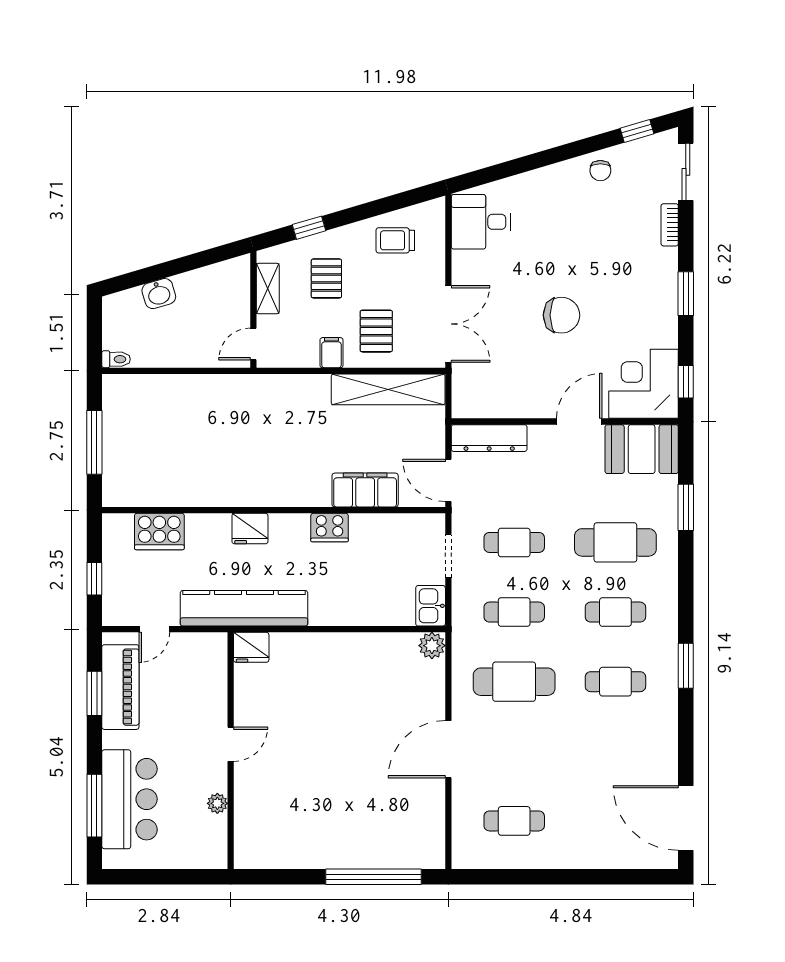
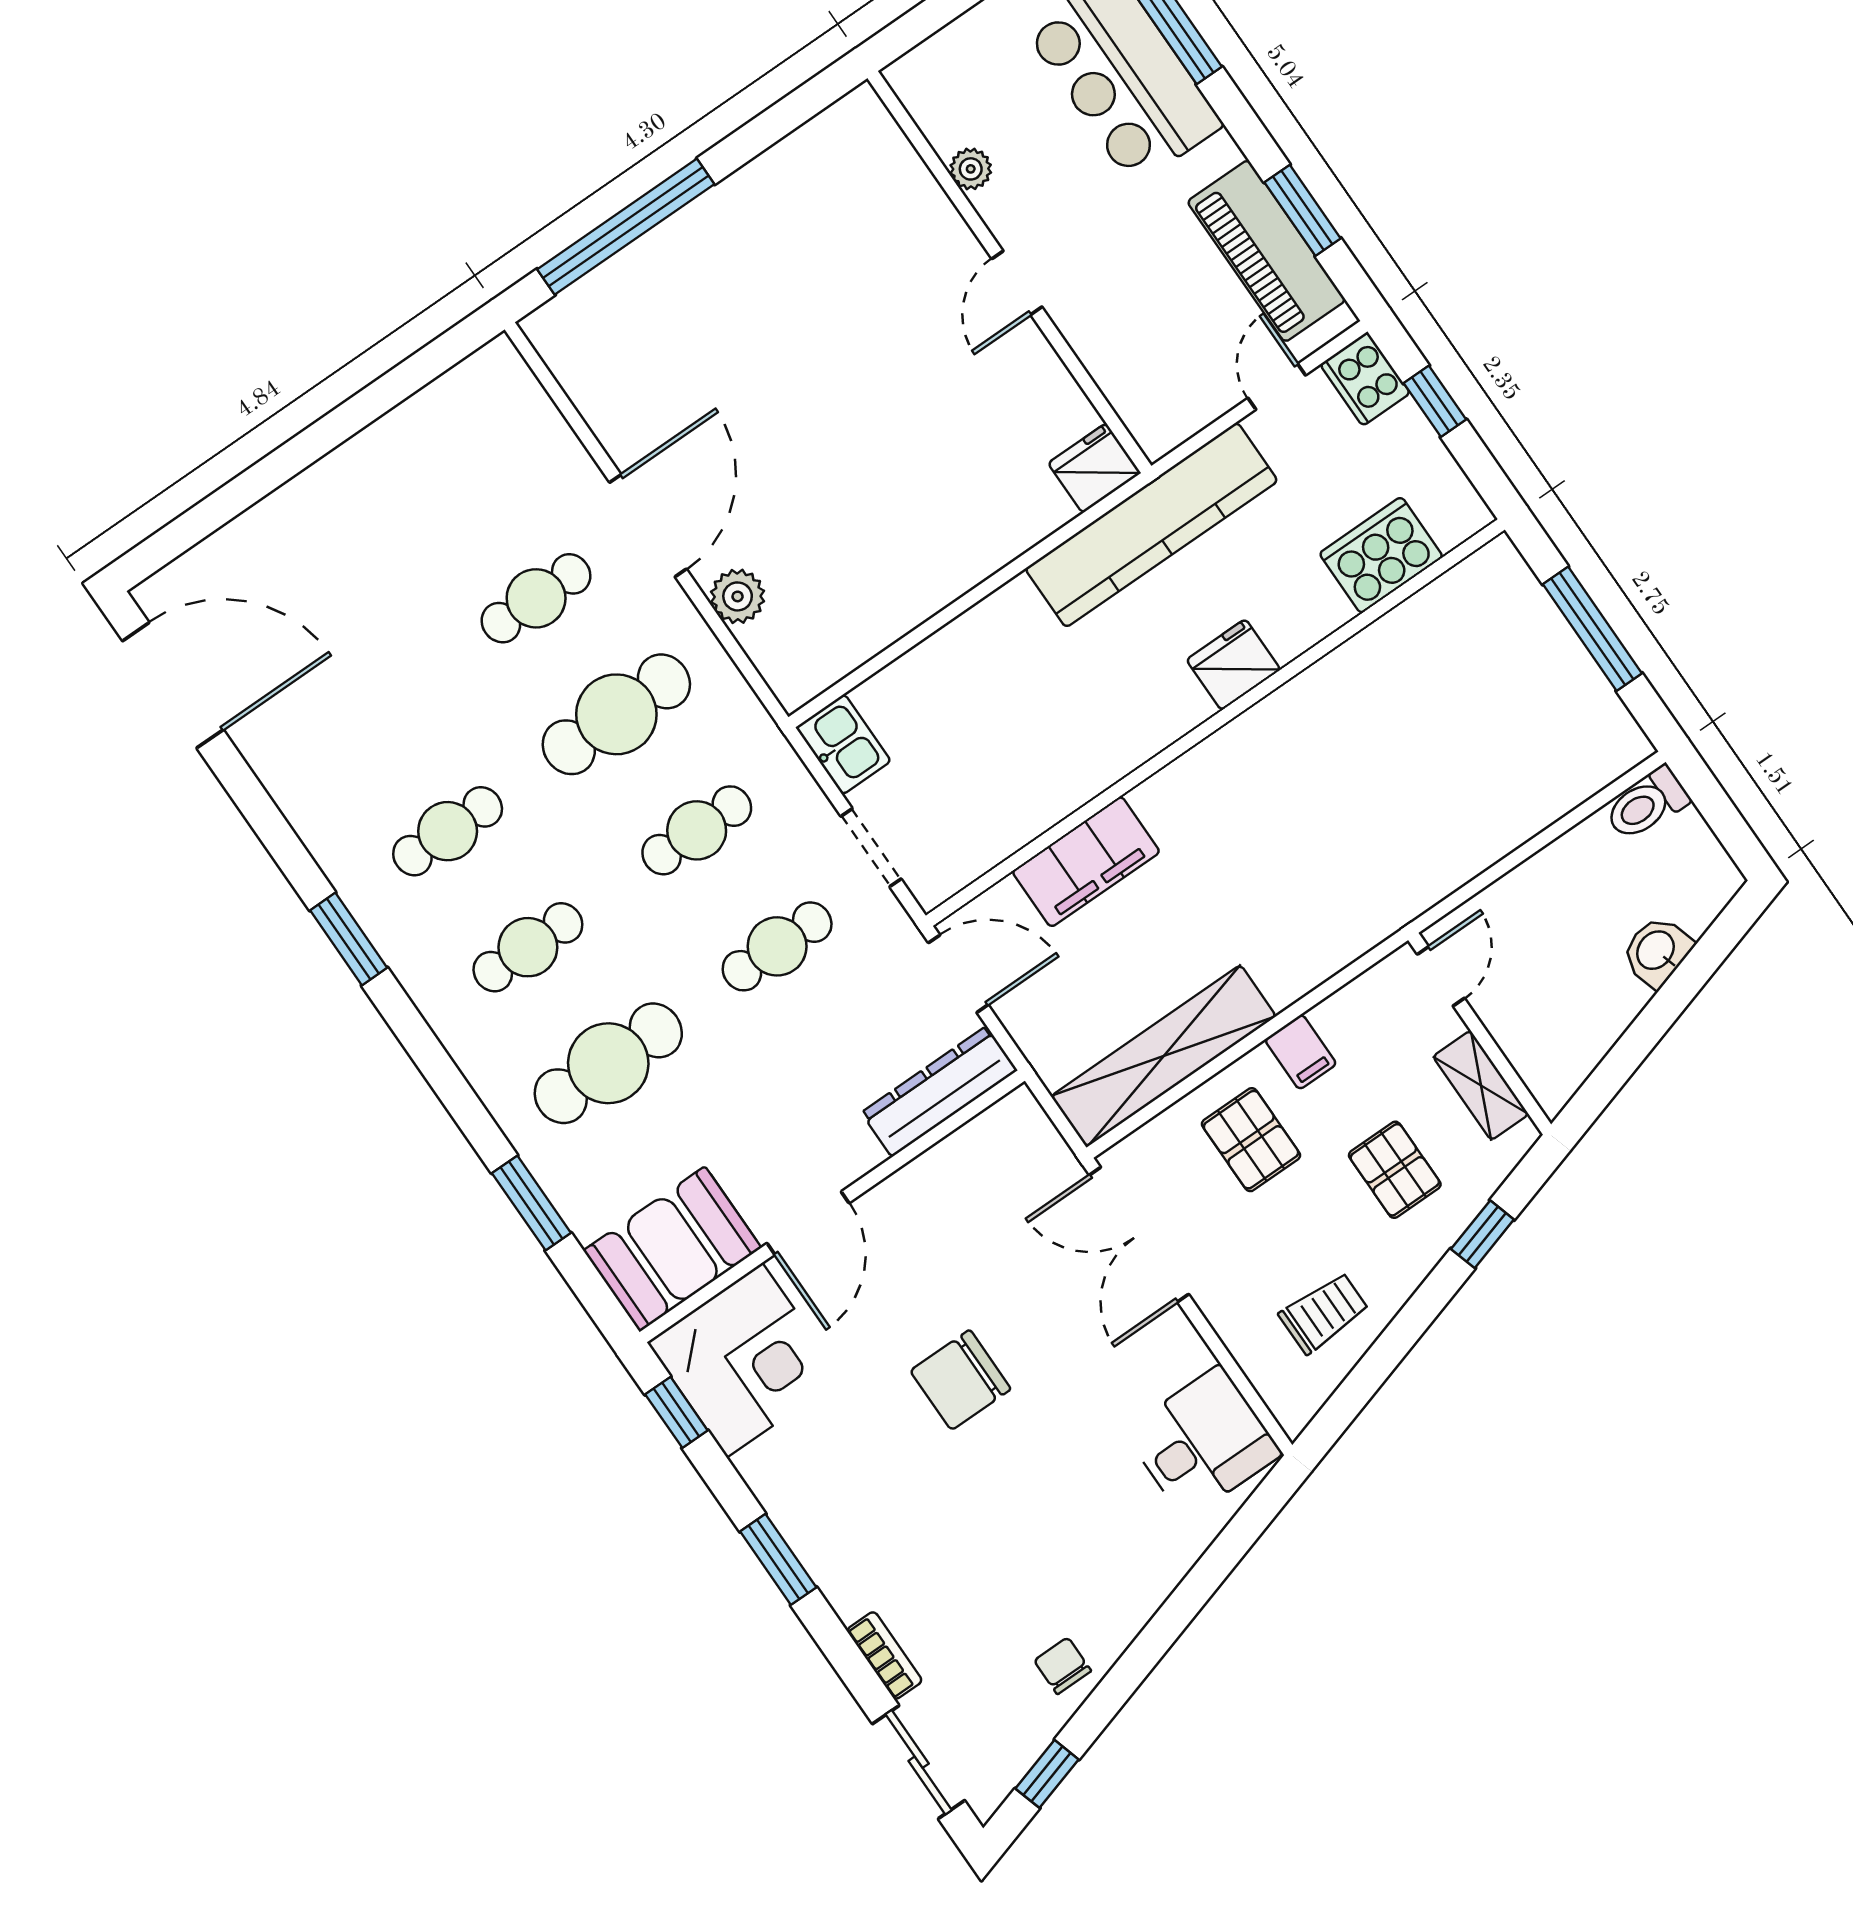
toilet: (116, 359) -> (1647, 804), width x1.37, depth x1.39
cooker: (330, 528) -> (1365, 379), moved, turned -90
plant: (432, 646) -> (738, 596), moved
cafe table: (514, 821) -> (536, 598), moved

